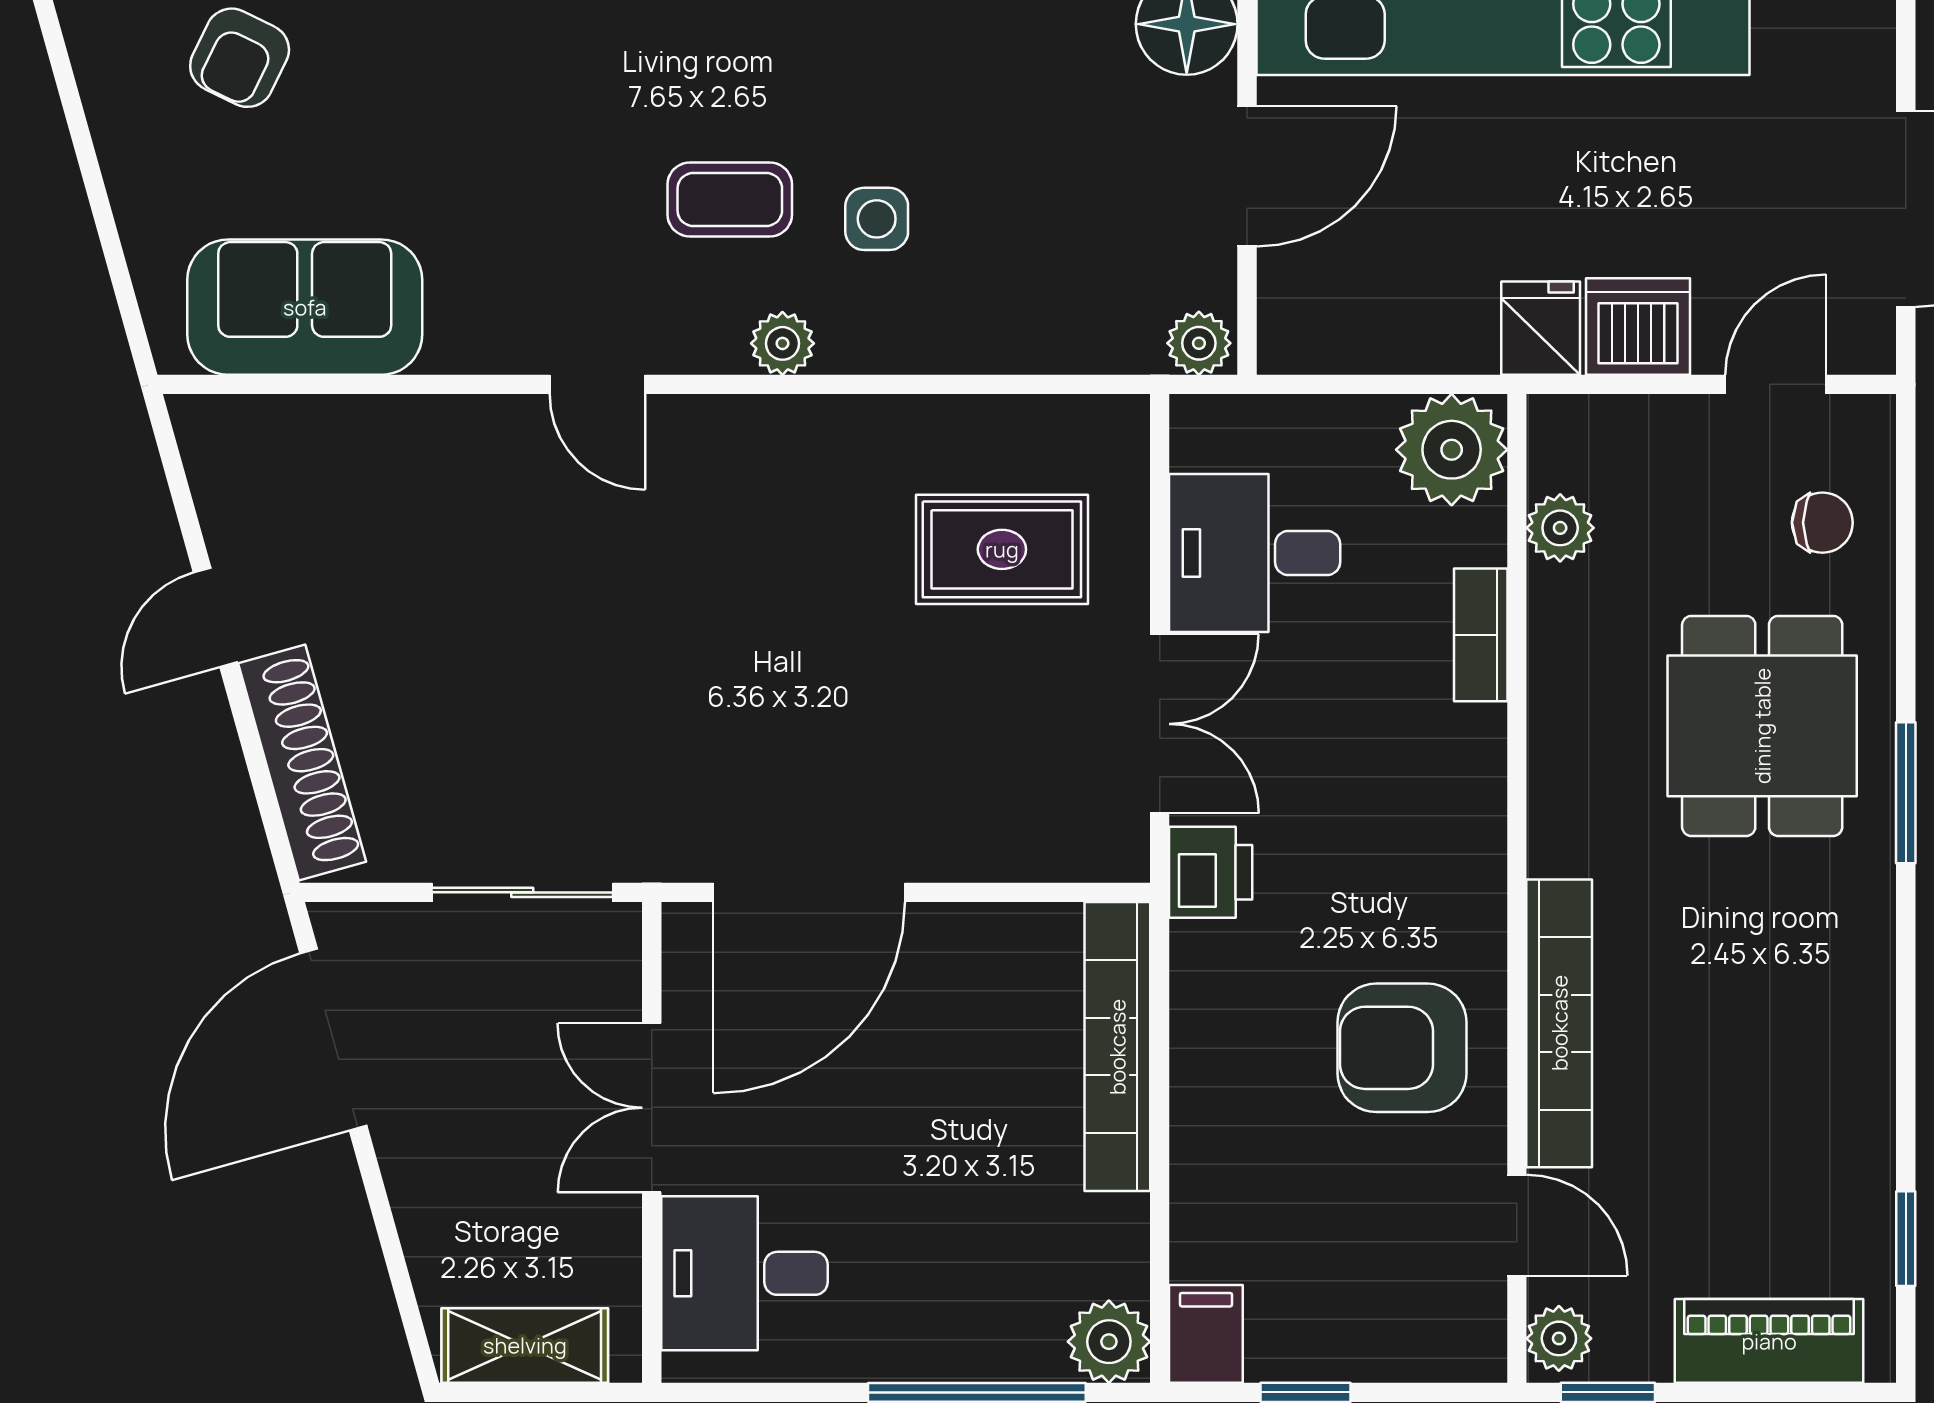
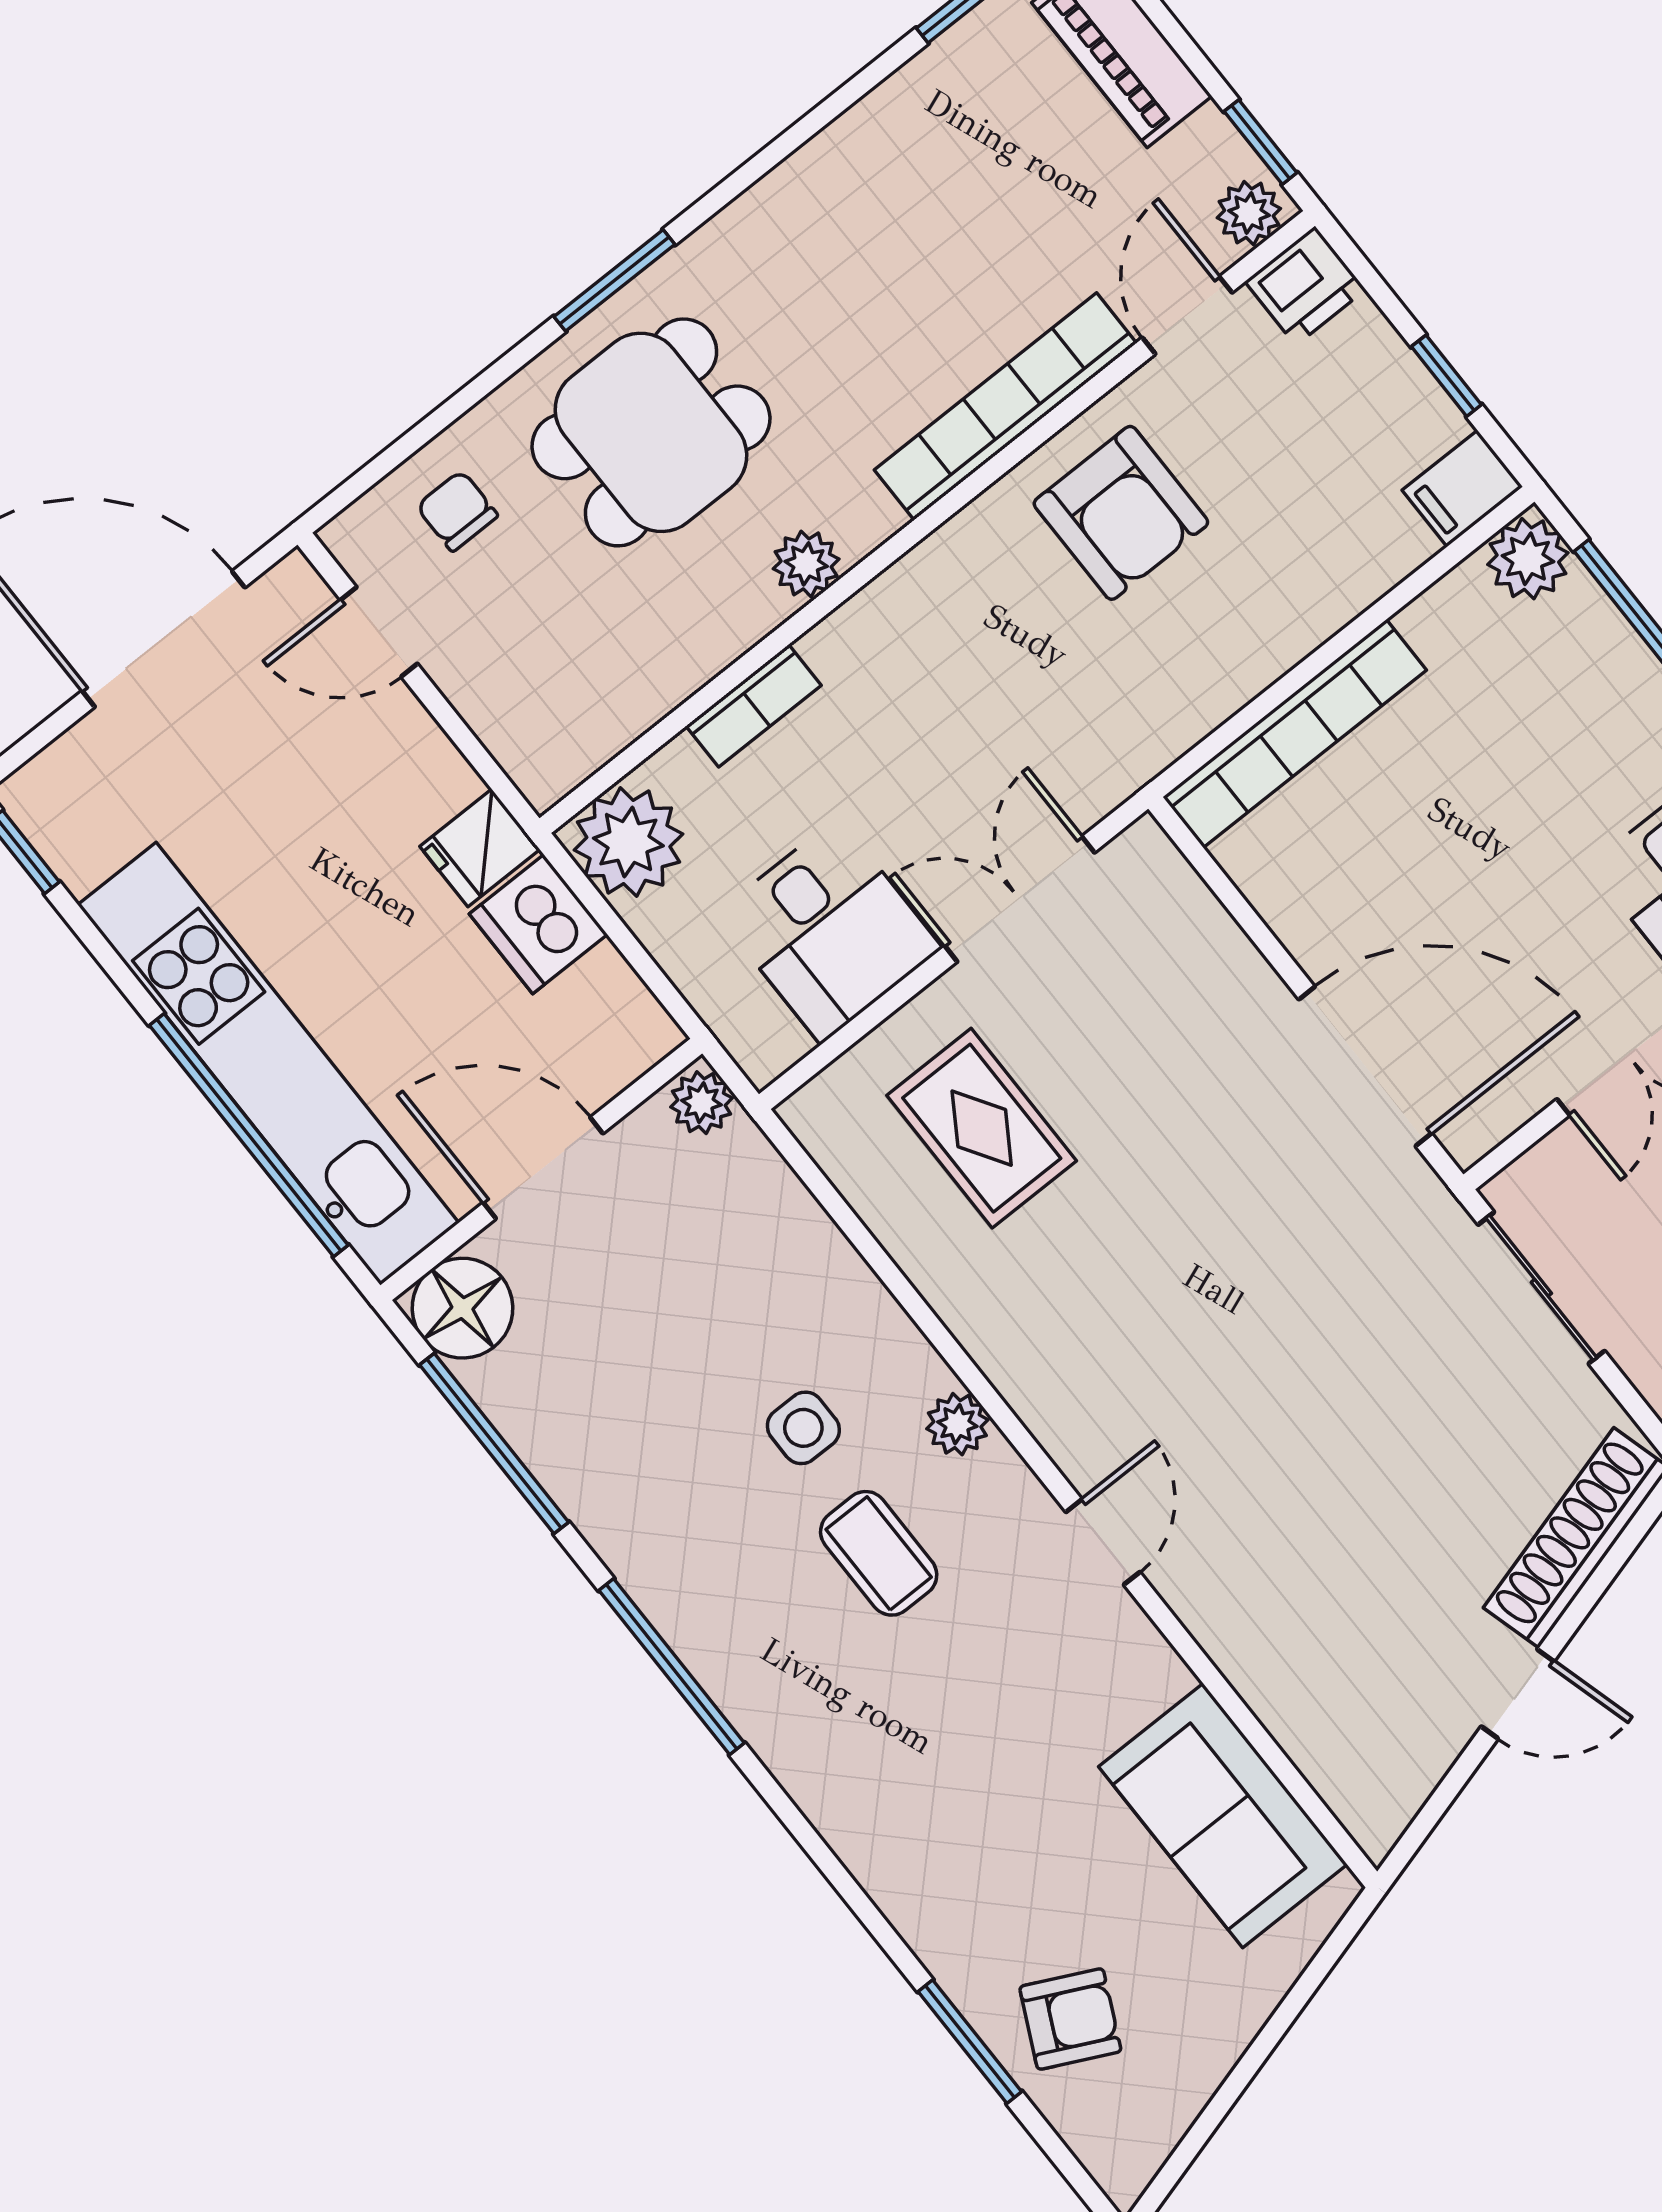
dishwasher: (1638, 326) -> (538, 924), moved
plant: (1560, 528) -> (806, 564), moved
printer: (1211, 872) -> (1305, 286), moved, turned 180

